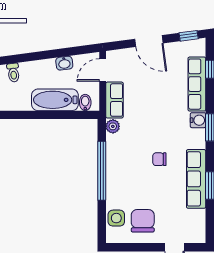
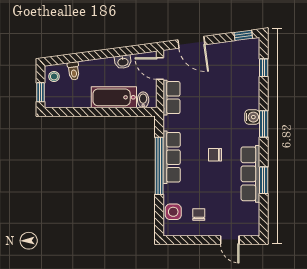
door: (149, 41) -> (191, 42), moved
door: (103, 70) -> (160, 68), hinge flipped
row of seats: (197, 84) -> (172, 157), moved, turned 180
plant: (113, 126) -> (170, 123), removed
chair: (143, 221) -> (199, 214), width x0.54, depth x0.54

